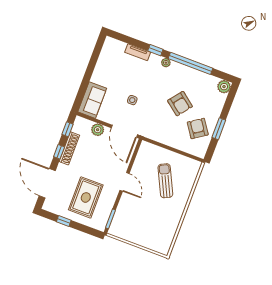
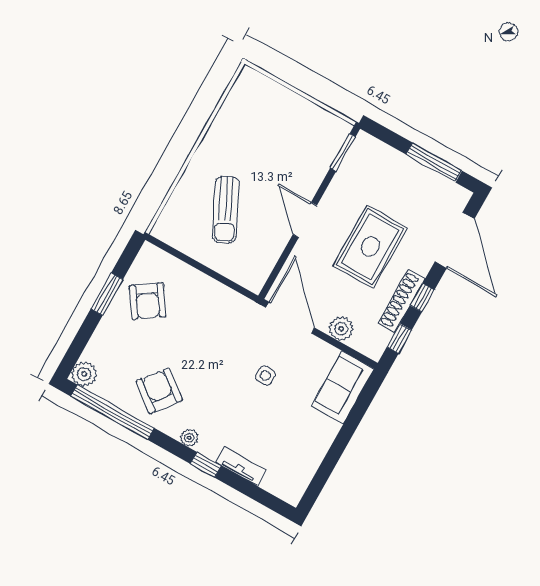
window: (190, 63) -> (112, 412), moved
armchair: (180, 104) -> (159, 391), moved
rug: (86, 197) -> (370, 247), moved
window: (64, 221) -> (434, 162), width x2.17

